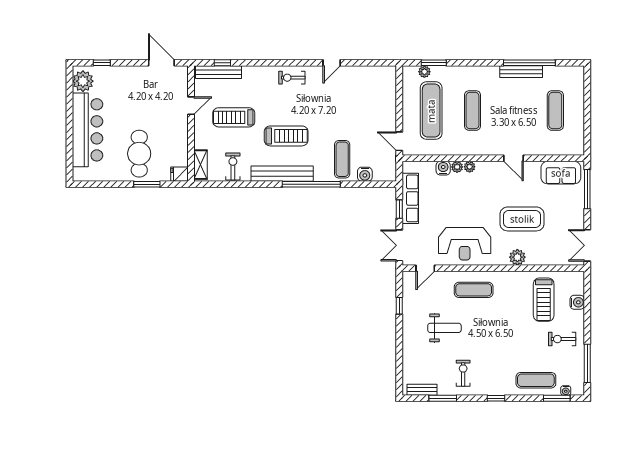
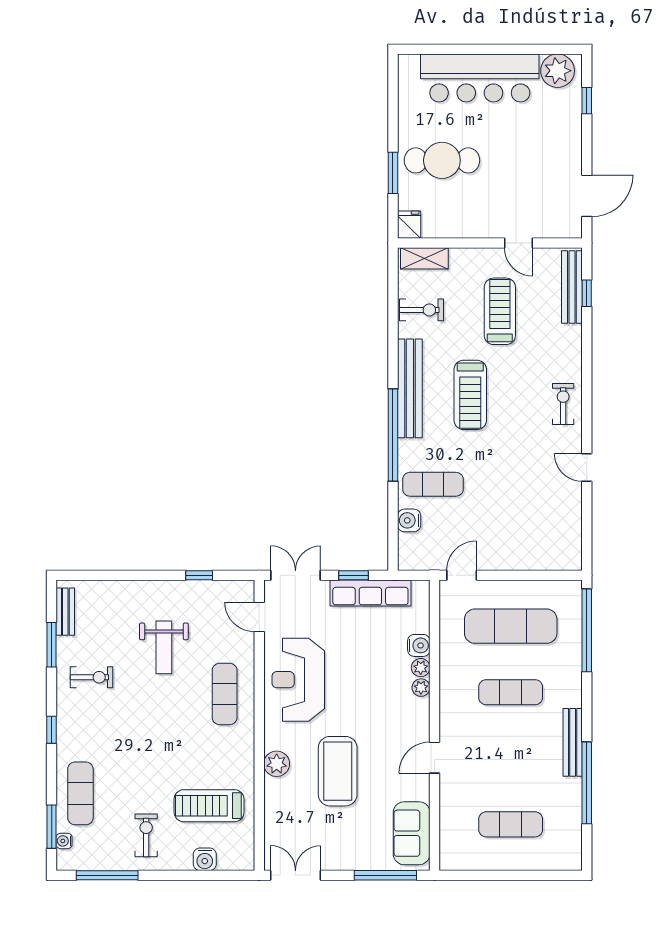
window: (434, 63) -> (587, 630), width x2.11
plant: (424, 72) -> (573, 616), removed
bench: (521, 72) -> (573, 742), moved

